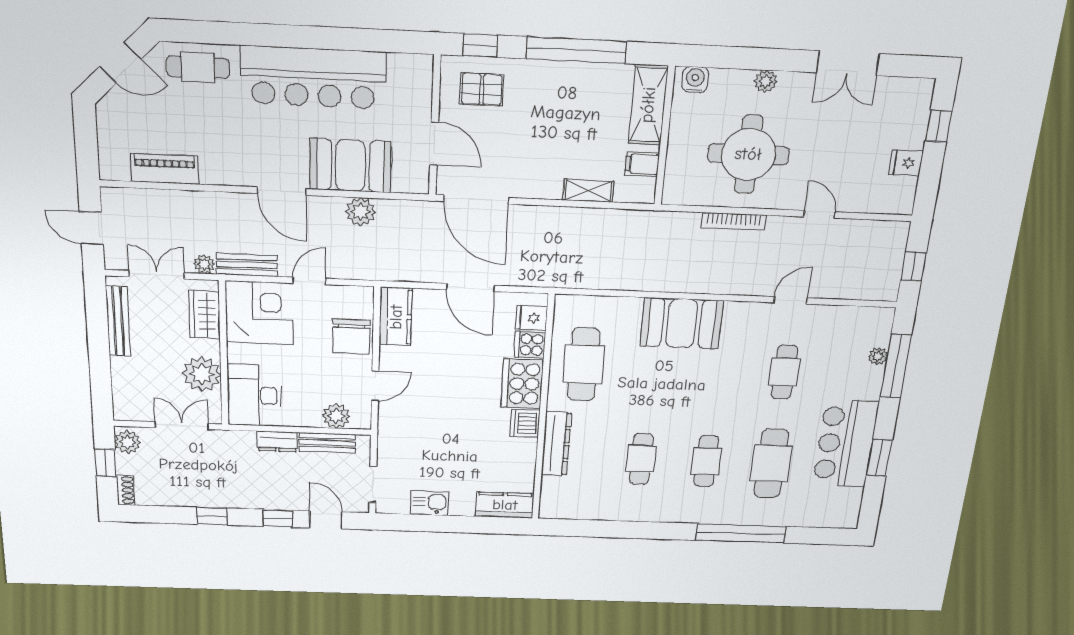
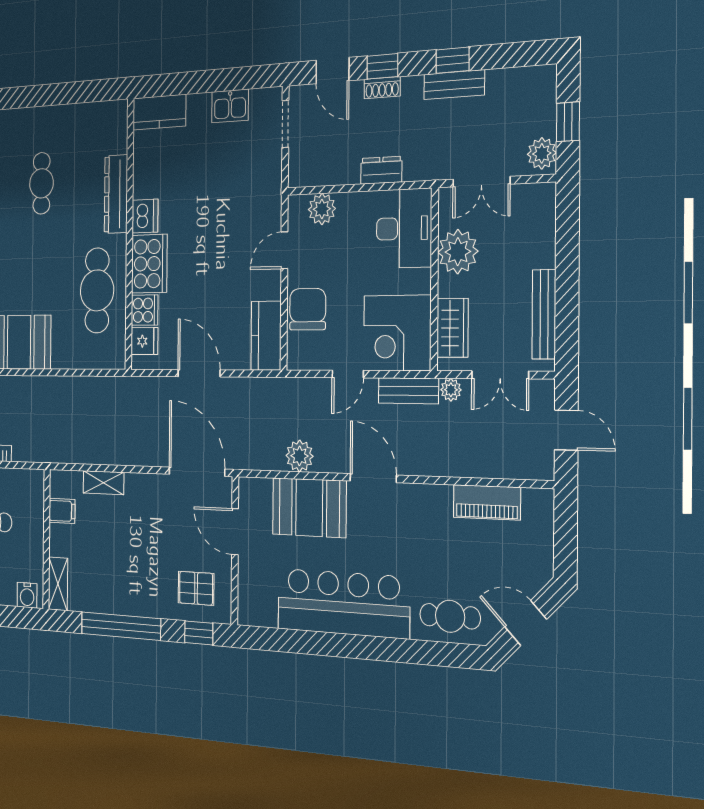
shelving: (648, 105) -> (58, 584), width x0.67, depth x0.75
bench: (327, 443) -> (454, 85), moved
shoe rack: (126, 490) -> (382, 88), moved, turned -90

